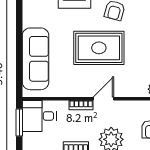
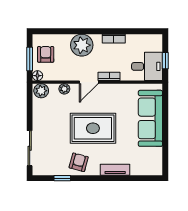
plant: (130, 91) -> (64, 89), added
window: (19, 122) -> (165, 61), width x0.67

